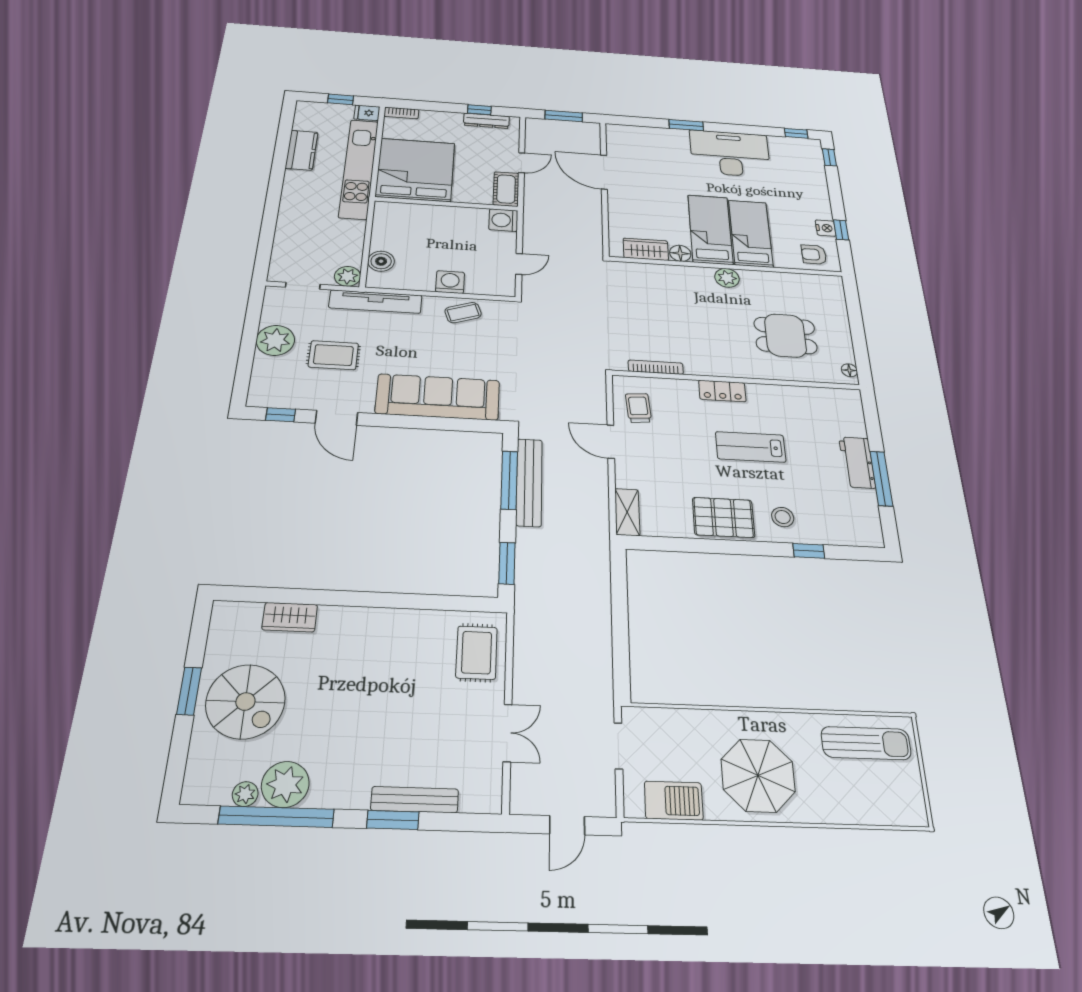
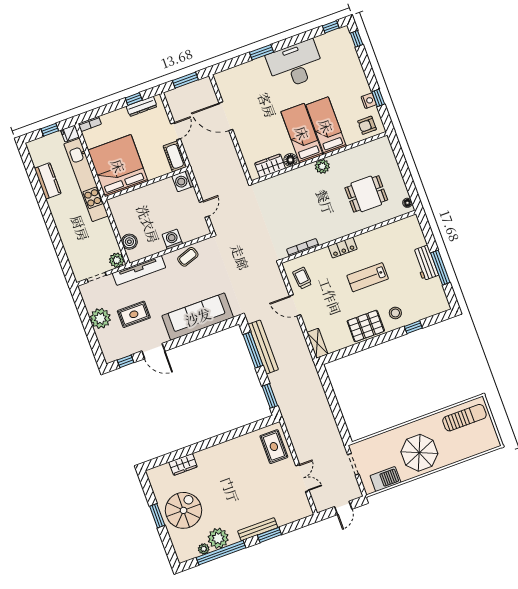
spiral stairs: (245, 701) -> (184, 510), turned -90
bench: (415, 800) -> (258, 529), moved

